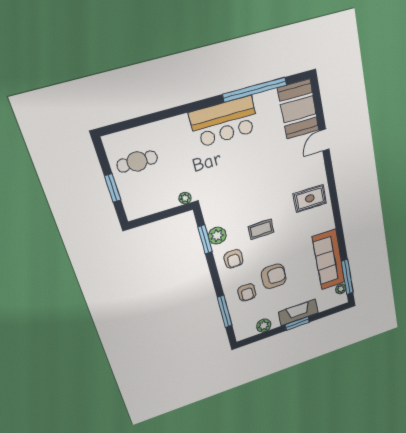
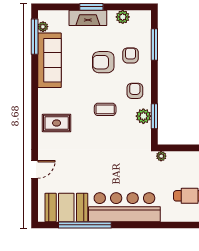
booth: (298, 109) -> (66, 207), moved, turned 90
bar counter: (224, 122) -> (124, 207), width x1.36

